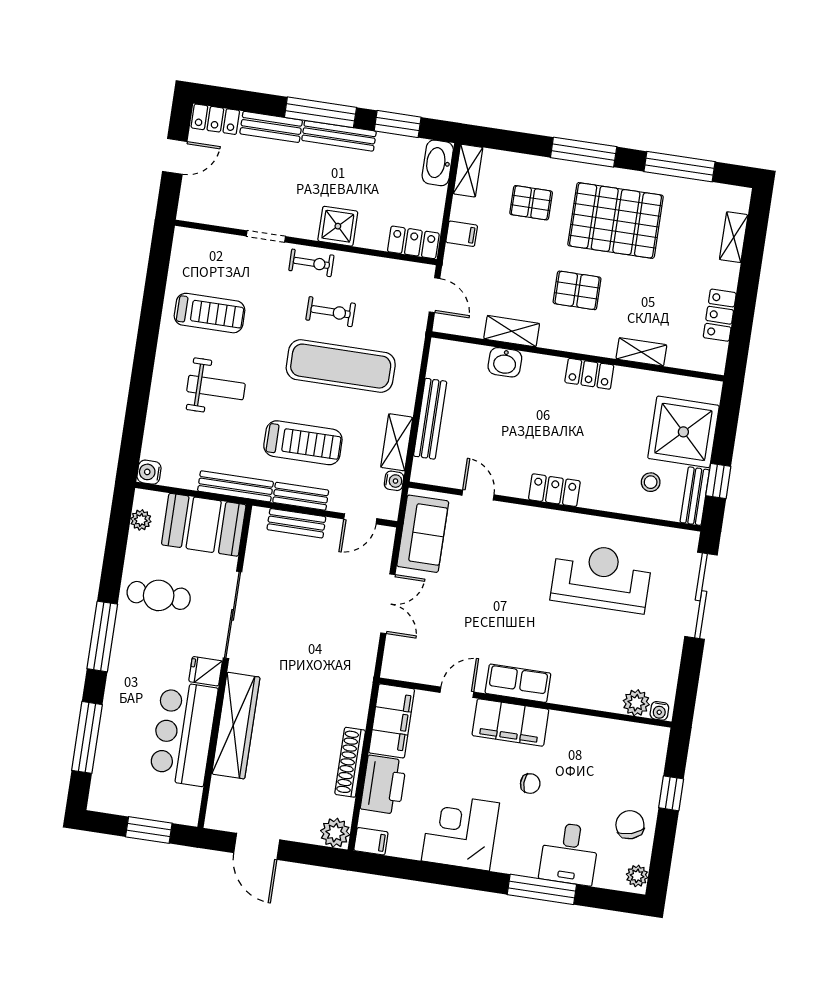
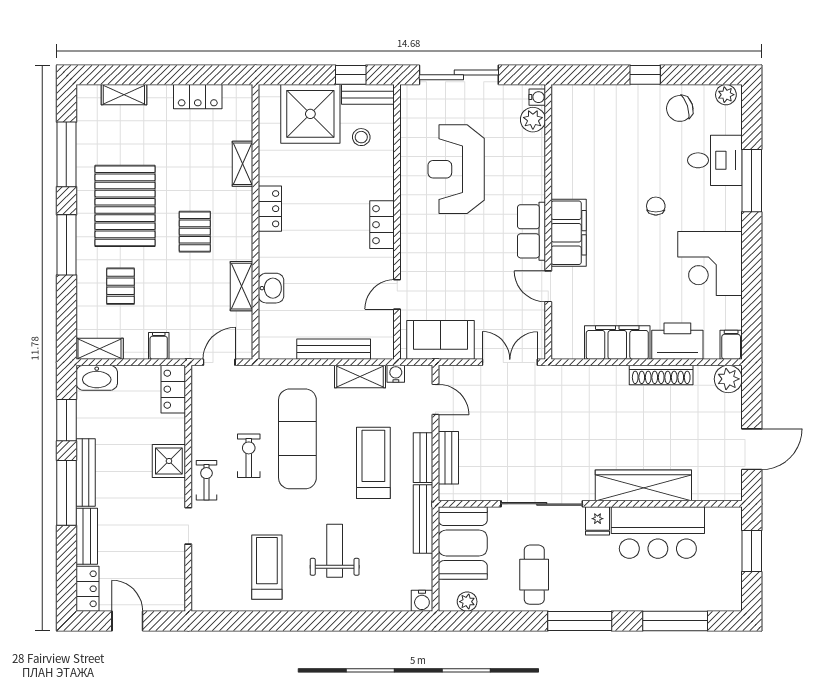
row of seats: (518, 683) -> (531, 231), moved
door: (457, 692) -> (548, 286), moved
wall: (525, 703) -> (548, 222), moved
plant: (636, 703) -> (533, 120), moved
water cooler: (659, 711) -> (537, 97), moved
filing cabinet: (510, 722) -> (569, 233), moved

